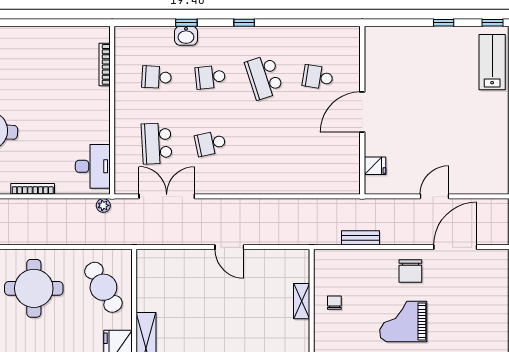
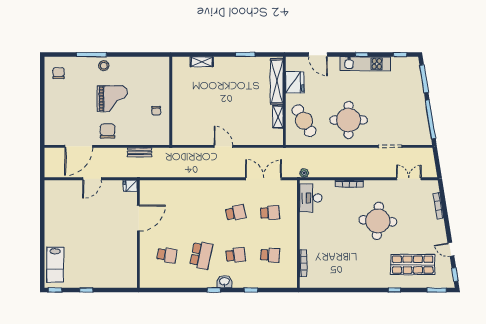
washbasin: (186, 36) -> (224, 282), moved
school desk: (264, 77) -> (201, 255), turned 30
door: (362, 112) -> (138, 218), moved
school desk: (157, 143) -> (270, 213), width x0.54
fridge: (375, 166) -> (130, 186), moved
double door: (167, 196) -> (264, 179), swing flipped
shelving: (302, 301) -> (278, 117), moved

